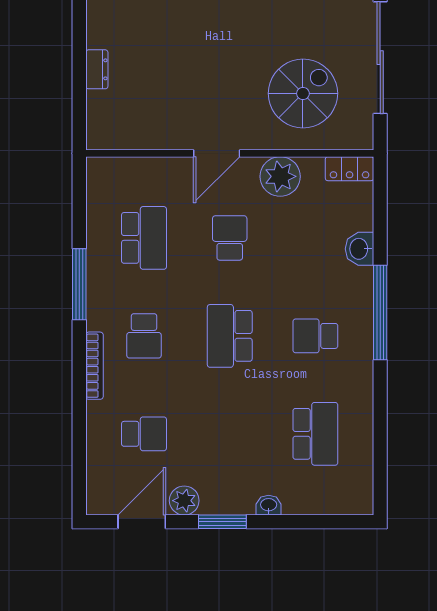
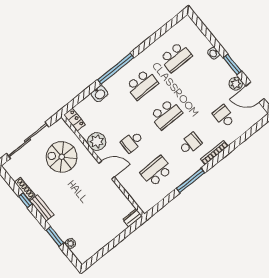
dresser: (97, 69) -> (132, 218), moved
school desk: (315, 336) -> (142, 85), width x1.85
school desk: (315, 434) -> (176, 57), turned 180

